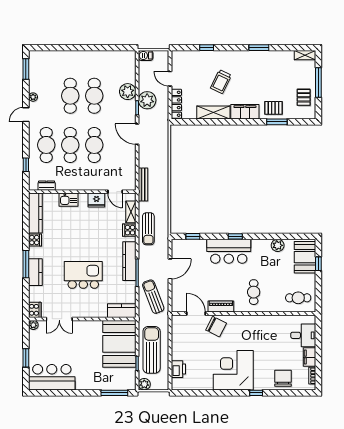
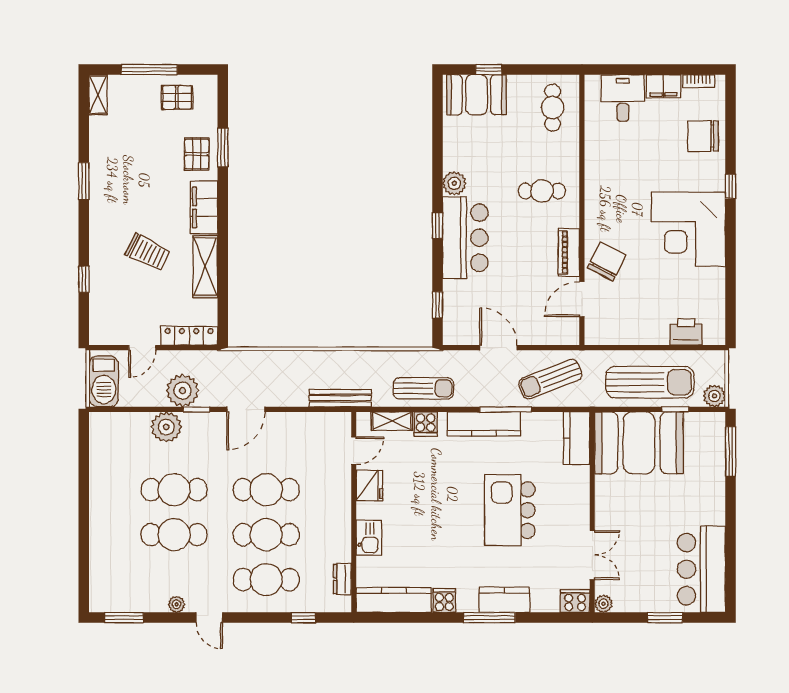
barbecue: (146, 55) -> (104, 381), width x1.88, depth x1.53
plant: (278, 245) -> (454, 183), moved
sun lounger: (152, 350) -> (650, 382), turned 180

